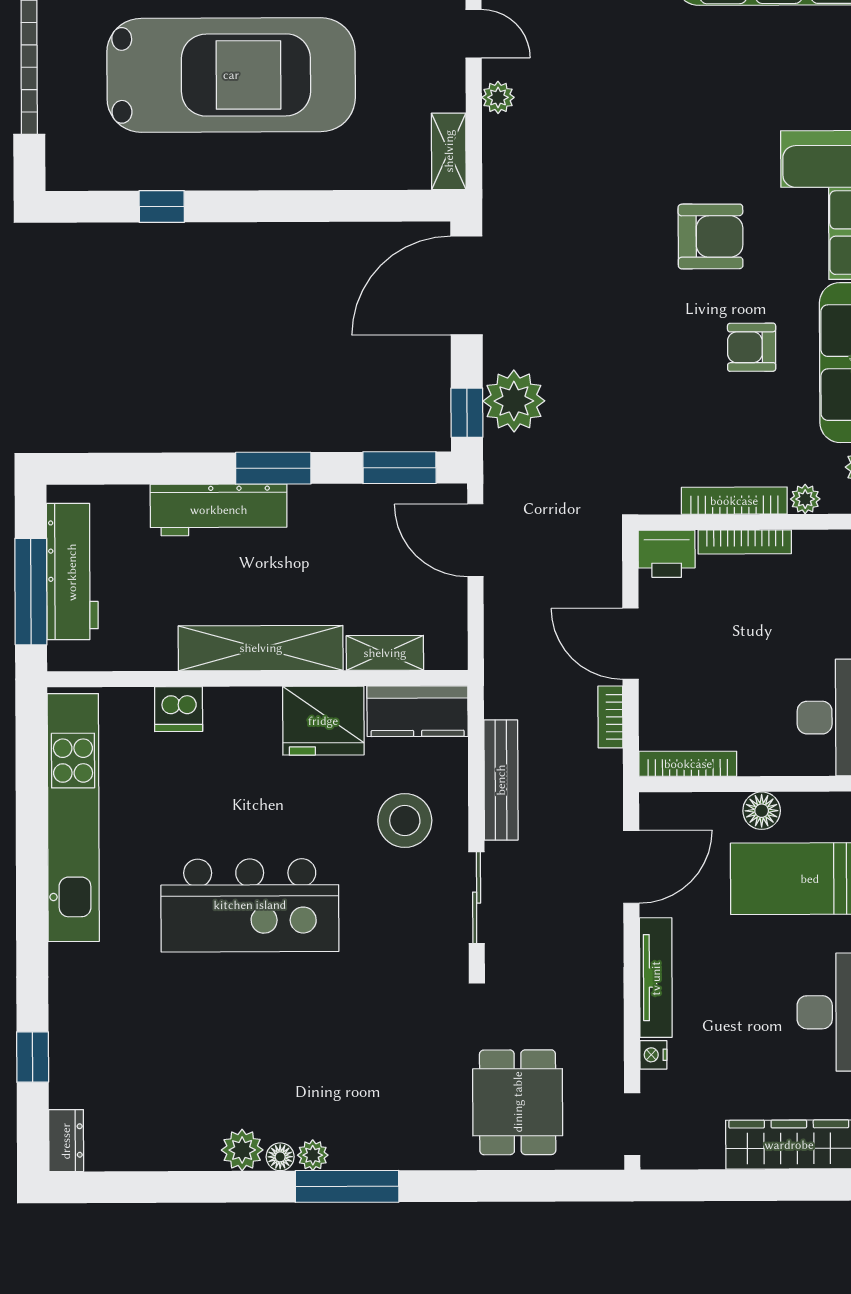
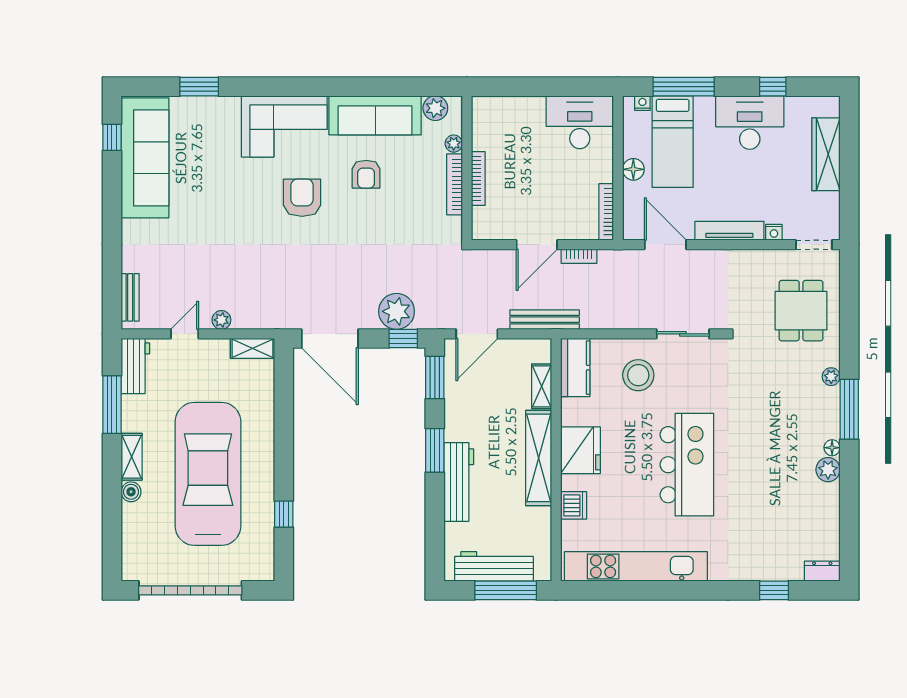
printer: (667, 554) -> (485, 224), removed
fridge: (323, 721) -> (581, 450), moved
bench: (501, 780) -> (545, 320), moved
dining table: (518, 1102) -> (801, 311), turned 90
plant: (313, 1155) -> (831, 377), moved

